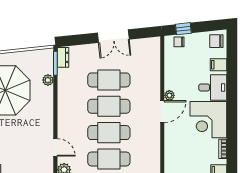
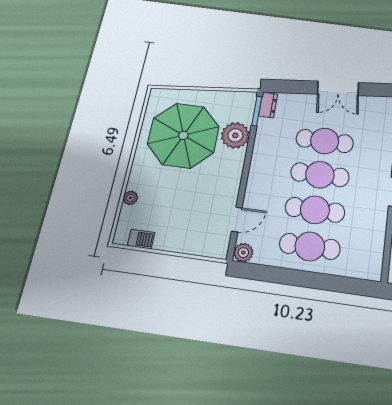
plant: (48, 80) -> (235, 135), width x1.88, depth x1.88
door: (55, 147) -> (237, 220), hinge flipped

